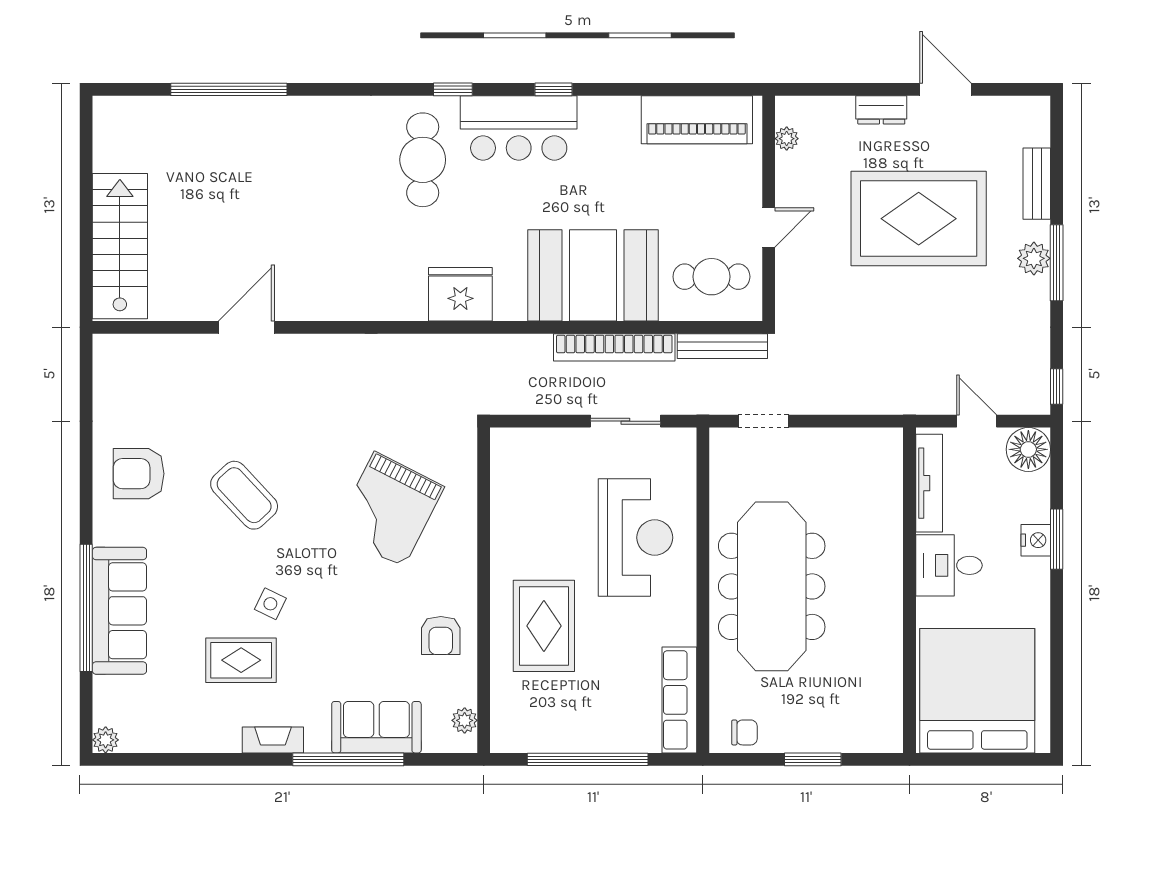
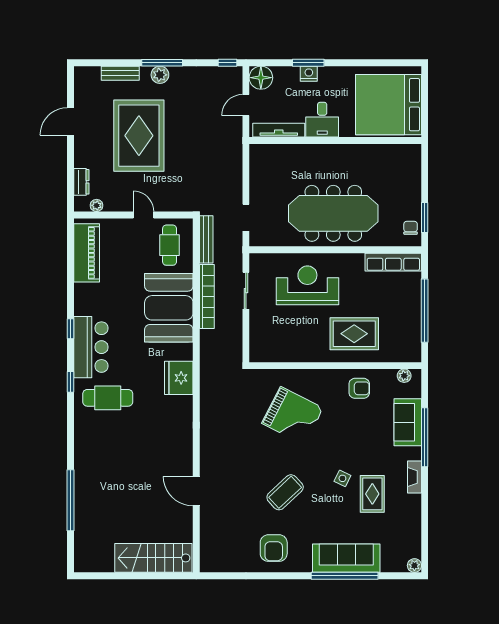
dresser: (881, 110) -> (81, 182), moved
window: (813, 759) -> (425, 218), moved

